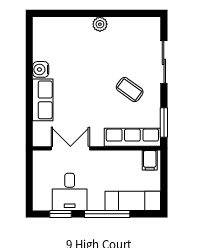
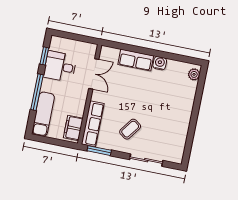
plant: (100, 24) -> (194, 74), moved
filing cabinet: (150, 160) -> (73, 128), width x2.00

